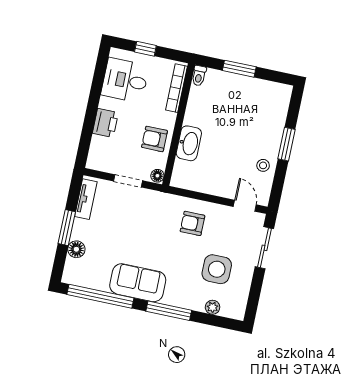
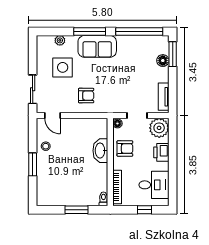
plant: (101, 157) -> (159, 128), added
window: (67, 228) -> (173, 54), moved
sofa: (138, 283) -> (97, 46), moved

